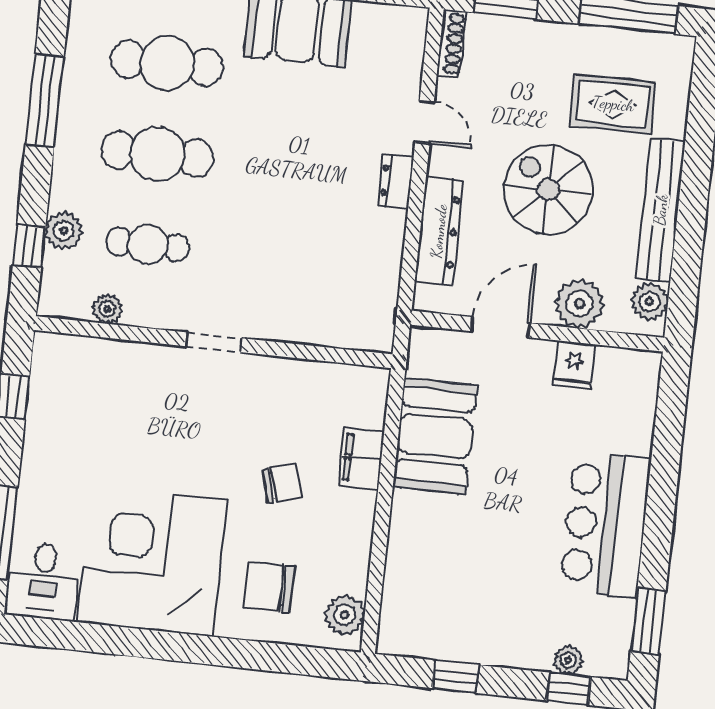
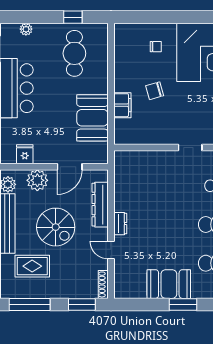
fridge: (574, 365) -> (25, 154), moved
chair: (269, 587) -> (156, 47), width x0.54, depth x0.54
cafe table: (461, 591) -> (74, 53), added
plant: (345, 615) -> (122, 38), removed
window: (569, 689) -> (24, 17), removed

